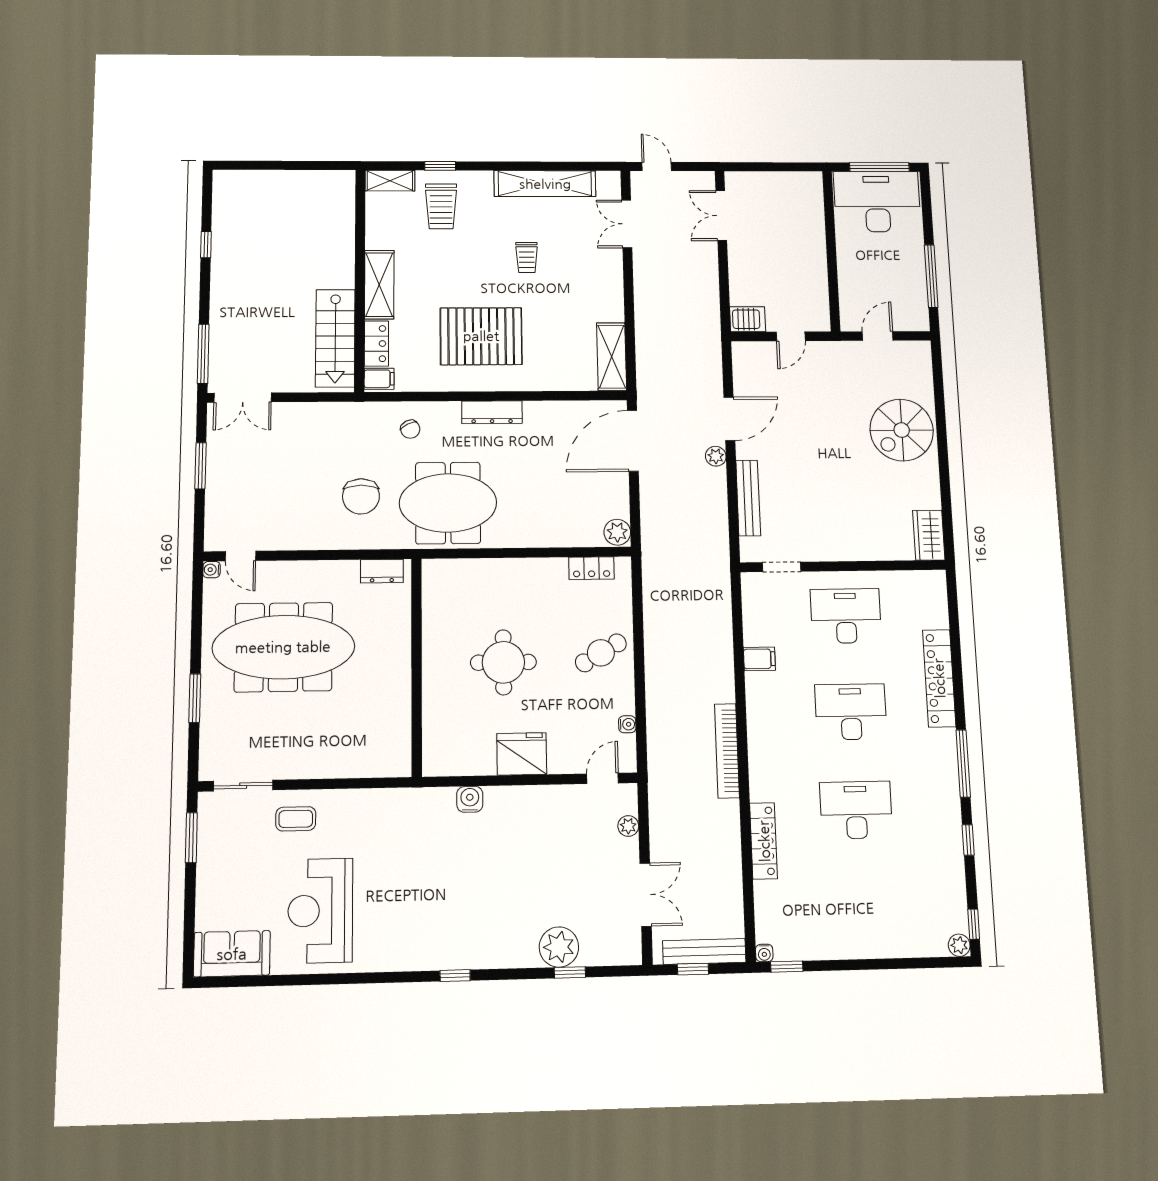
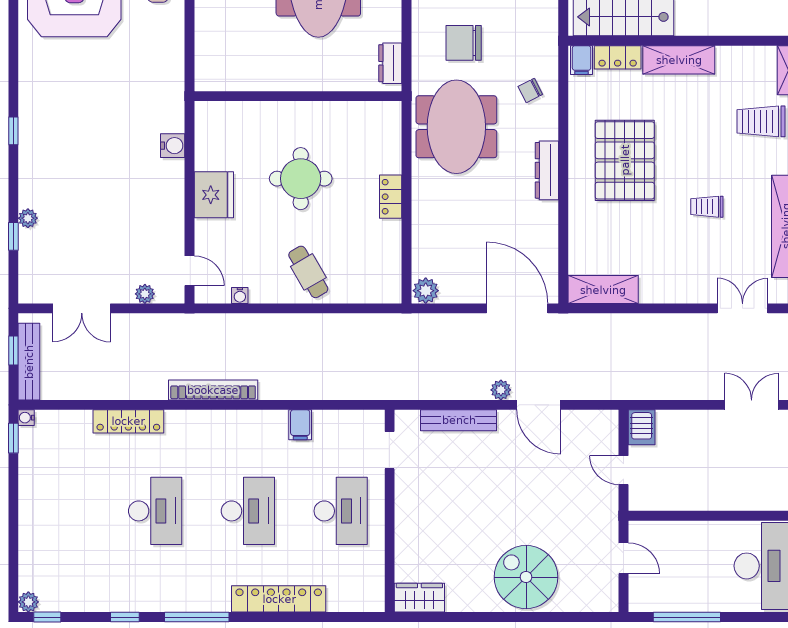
locker: (591, 568) -> (391, 197), moved
plant: (559, 947) -> (28, 218), width x0.53, depth x0.53

